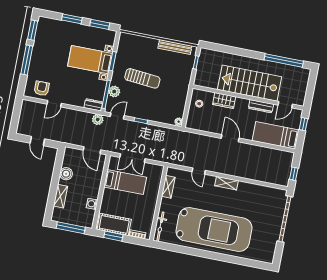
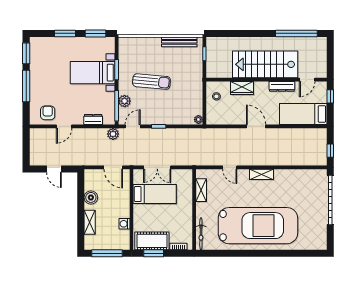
dresser: (93, 105) -> (93, 119), moved

